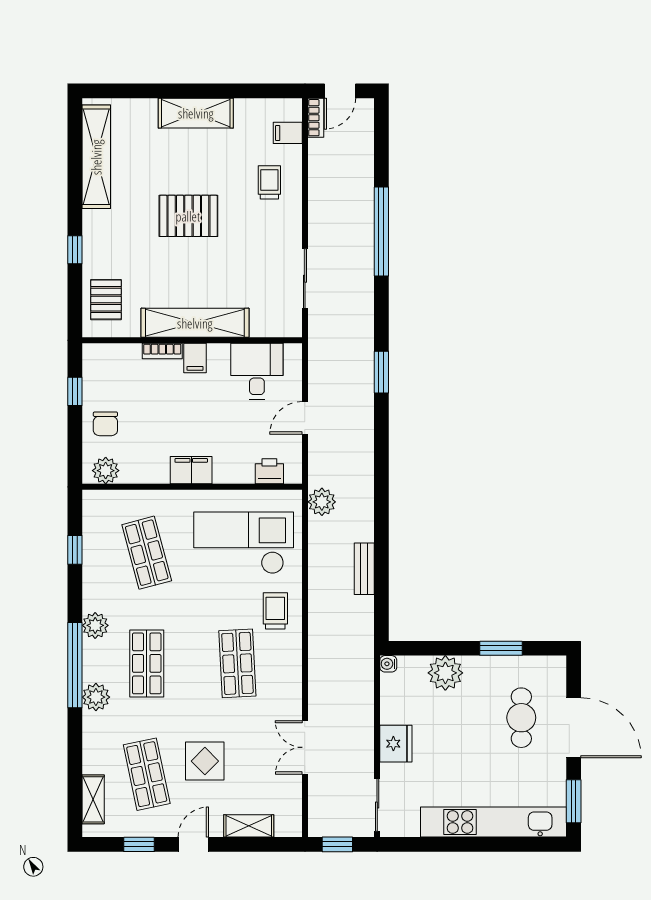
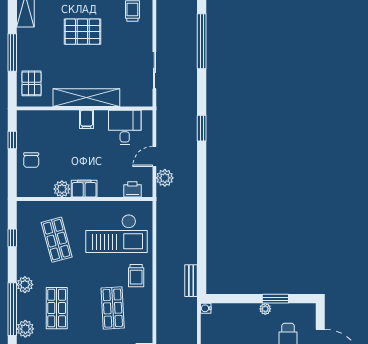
window: (75, 250) -> (12, 53), width x2.17
bookcase: (162, 351) -> (66, 115), removed
plant: (106, 471) -> (62, 189), moved
plant: (322, 502) -> (165, 178), moved
checkout: (244, 543) -> (116, 234), turned 180
bench: (364, 569) -> (191, 281), moved
trolley: (275, 611) -> (136, 276), turned 180
plant: (445, 673) -> (265, 309), moved, width x0.53, depth x0.53

